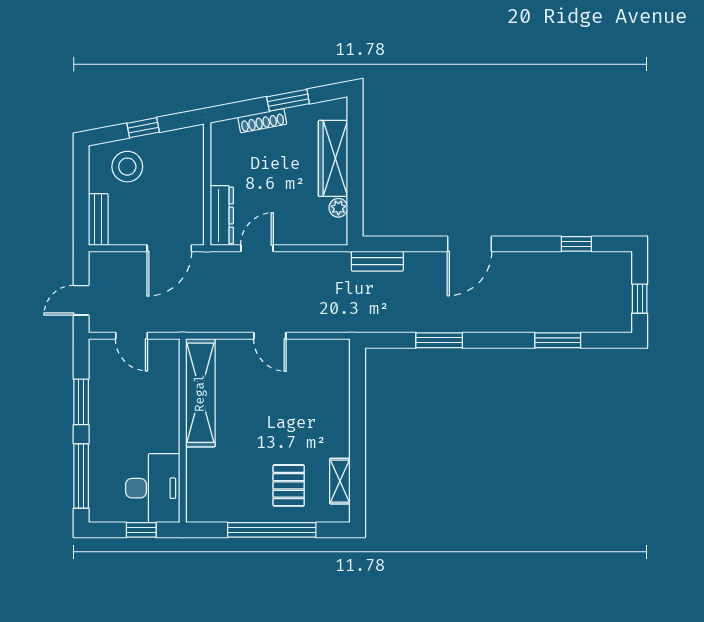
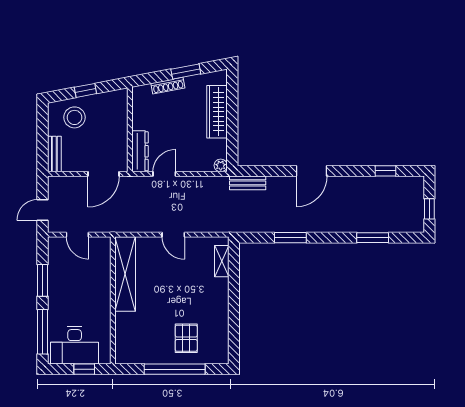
plant: (338, 208) -> (221, 165), moved
shelving: (340, 481) -> (222, 261), moved
desk: (153, 488) -> (75, 345), moved, turned 90

